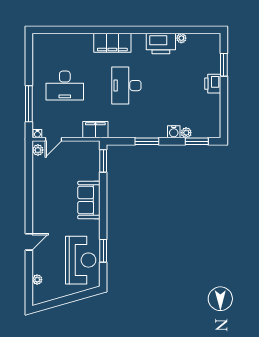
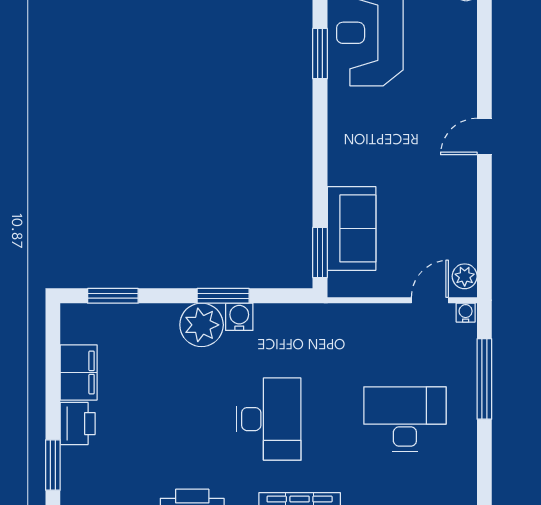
filing cabinet: (95, 130) -> (79, 372), moved, turned -90
water cooler: (174, 132) -> (239, 317), moved
plant: (186, 133) -> (202, 325), moved, width x1.88, depth x1.88
sofa: (89, 200) -> (352, 228), moved
door: (29, 242) -> (484, 136), moved

